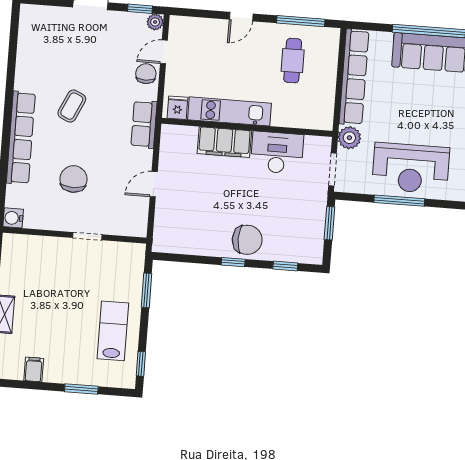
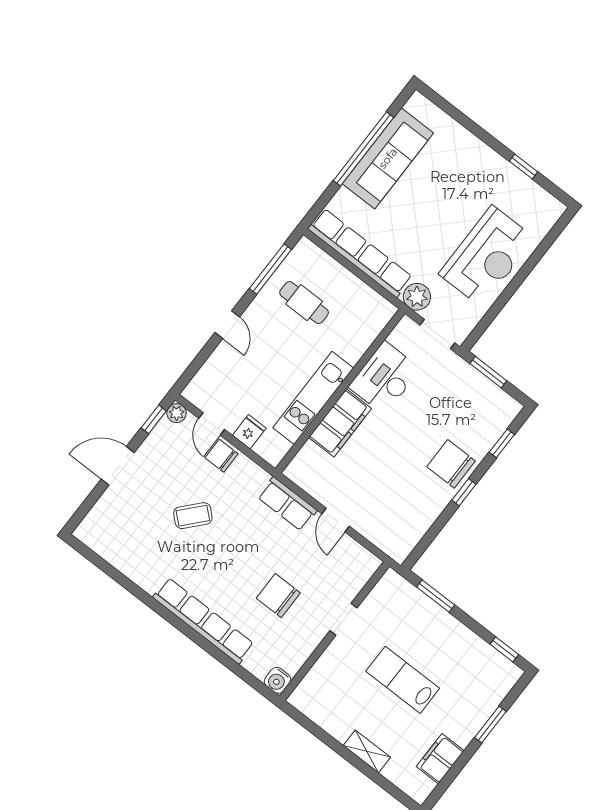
coffee table: (72, 106) -> (193, 516), moved, turned -73
fridge: (177, 108) -> (249, 432), moved, turned 90
row of seats: (144, 124) -> (287, 504), moved
window: (399, 201) -> (511, 288), removed
chair: (247, 240) -> (451, 464), turned -90
lab bench: (113, 331) -> (403, 680), moved
filing cabinet: (34, 369) -> (440, 759), width x2.00

